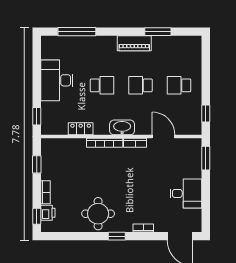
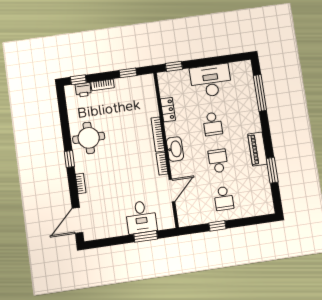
school desk: (179, 85) -> (224, 198), turned 180
window: (206, 113) -> (217, 226), moved
window: (206, 158) -> (146, 236), moved
desk: (186, 193) -> (141, 217), moved

